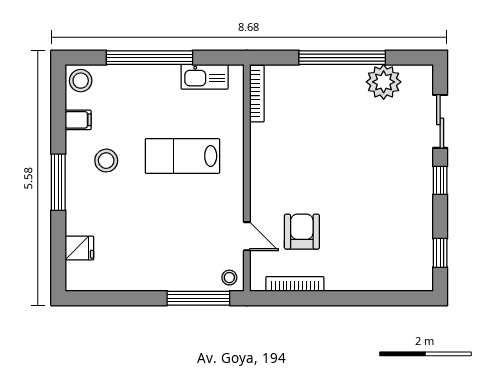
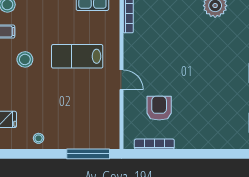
door: (247, 236) -> (121, 80), moved
stool: (229, 278) -> (39, 138), moved

